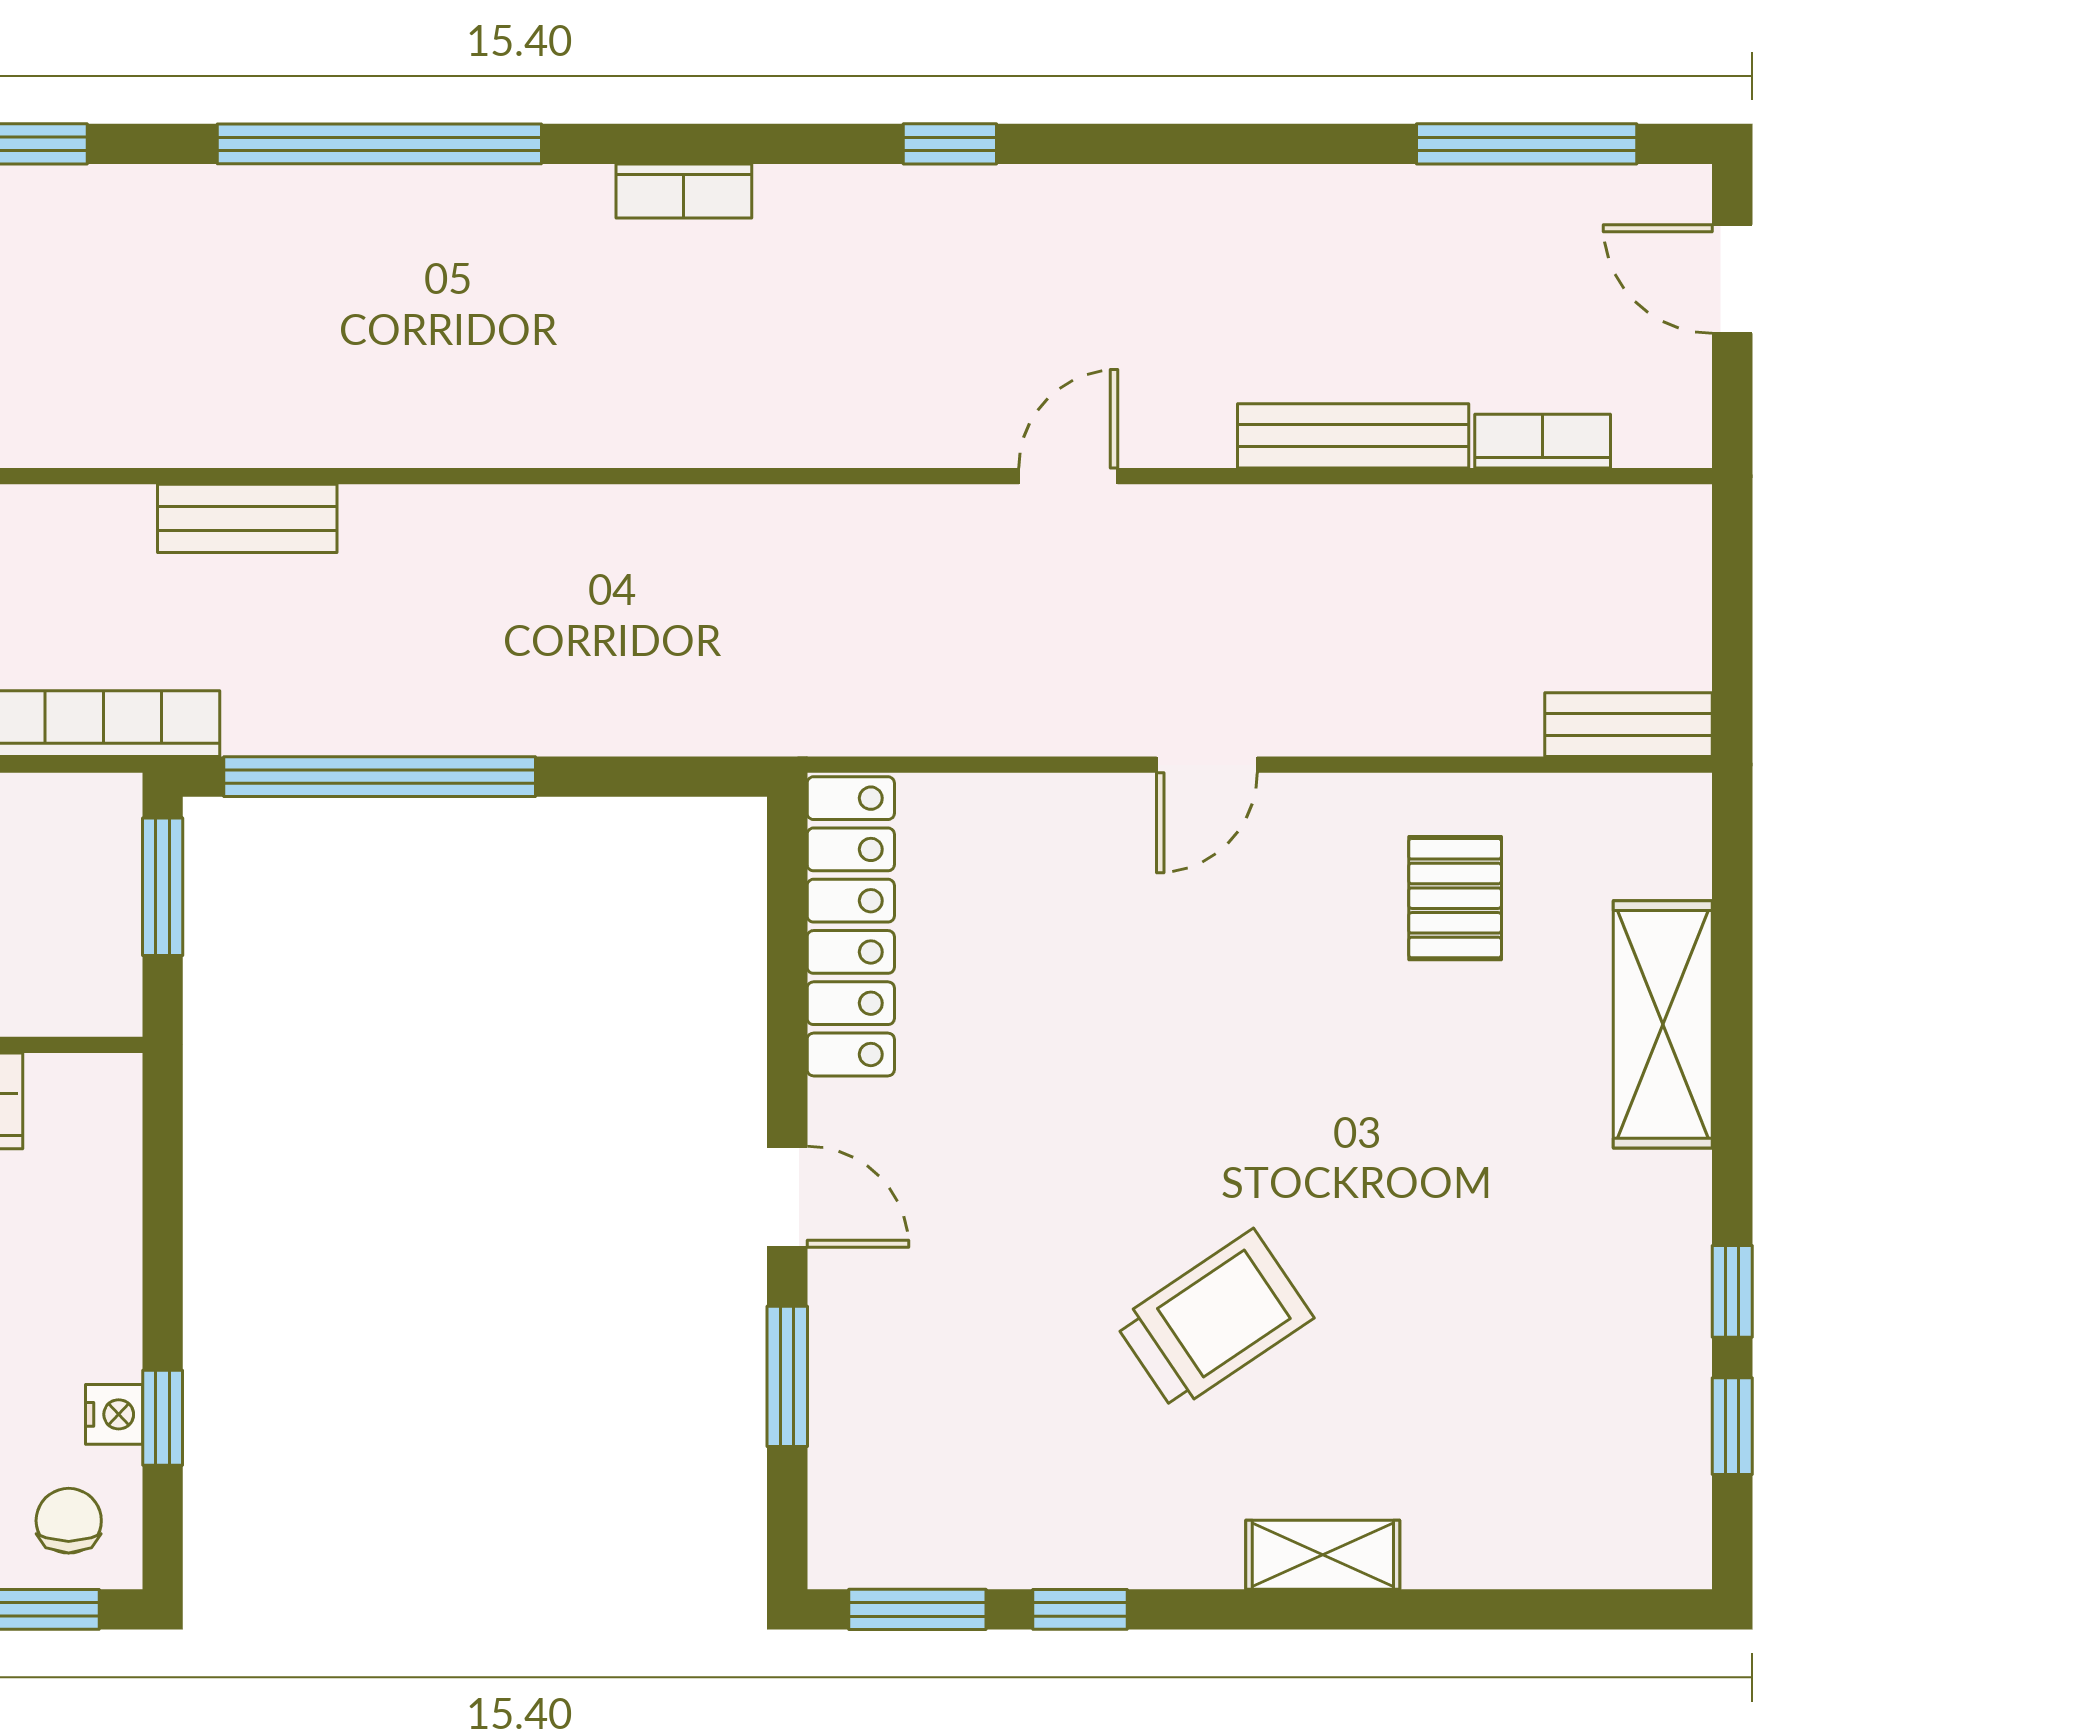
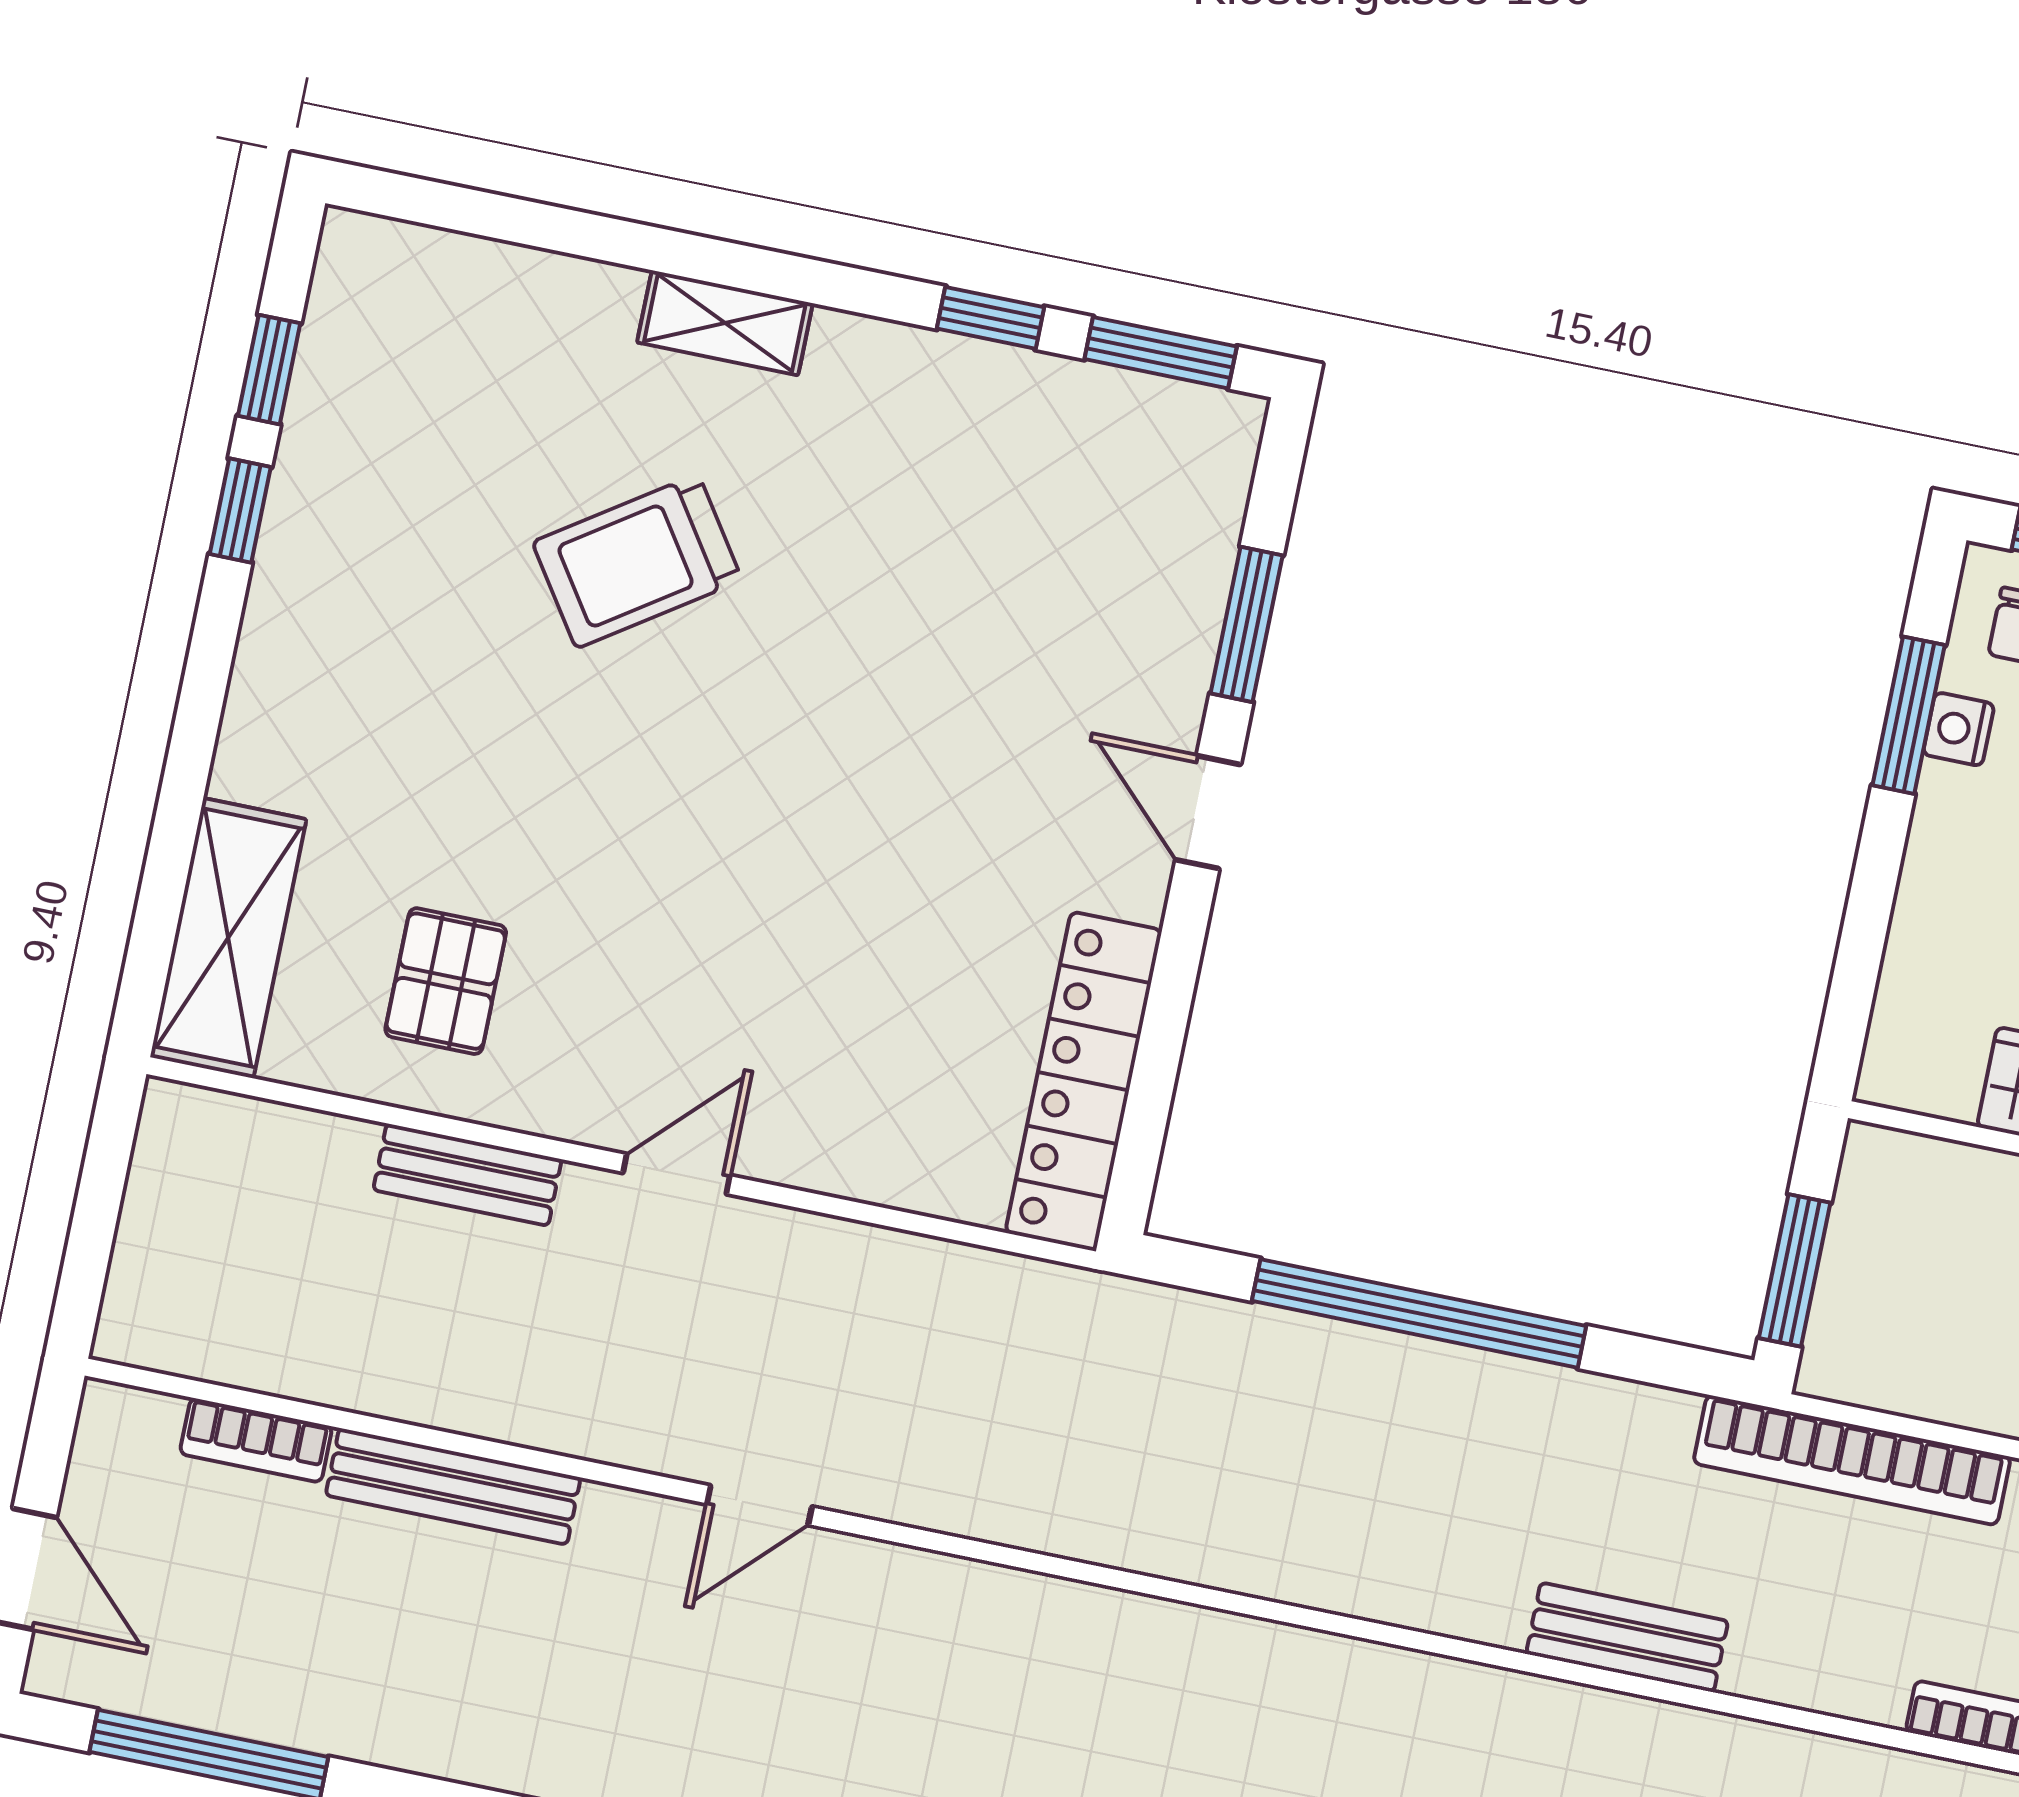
bench: (1628, 725) -> (467, 1175), moved
window: (380, 777) -> (1419, 1313), moved
shelving: (1663, 1024) -> (228, 938), moved
trolley: (1214, 1320) -> (637, 561), moved
window: (163, 1418) -> (1909, 715), width x1.50

